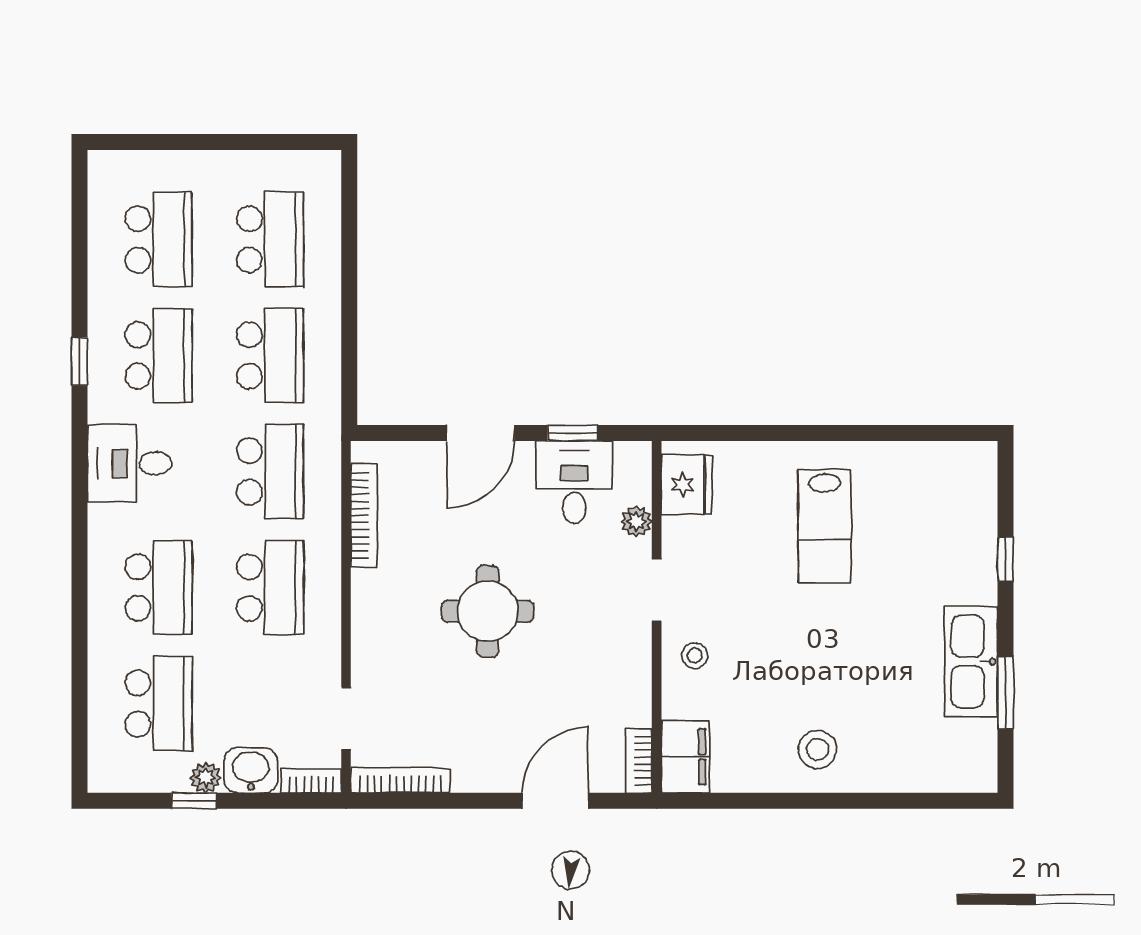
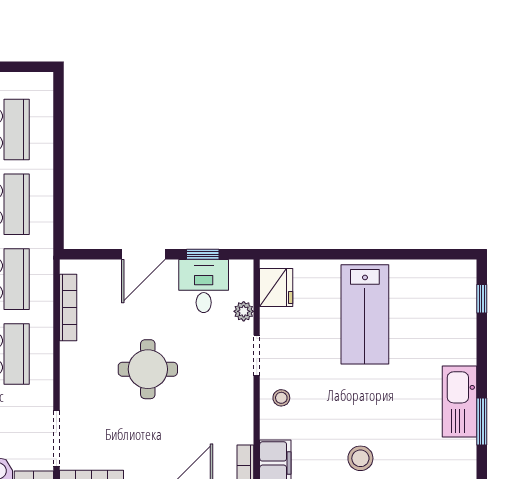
lab bench: (824, 526) -> (365, 314), width x1.36, depth x1.39
window: (1006, 559) -> (482, 299), moved
doorway: (346, 718) -> (56, 438), width x1.38

